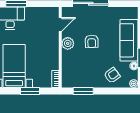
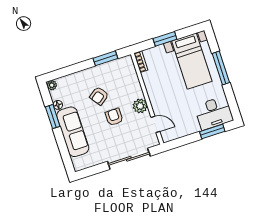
door: (60, 24) -> (155, 124), swing flipped
armchair: (112, 75) -> (99, 96), moved

